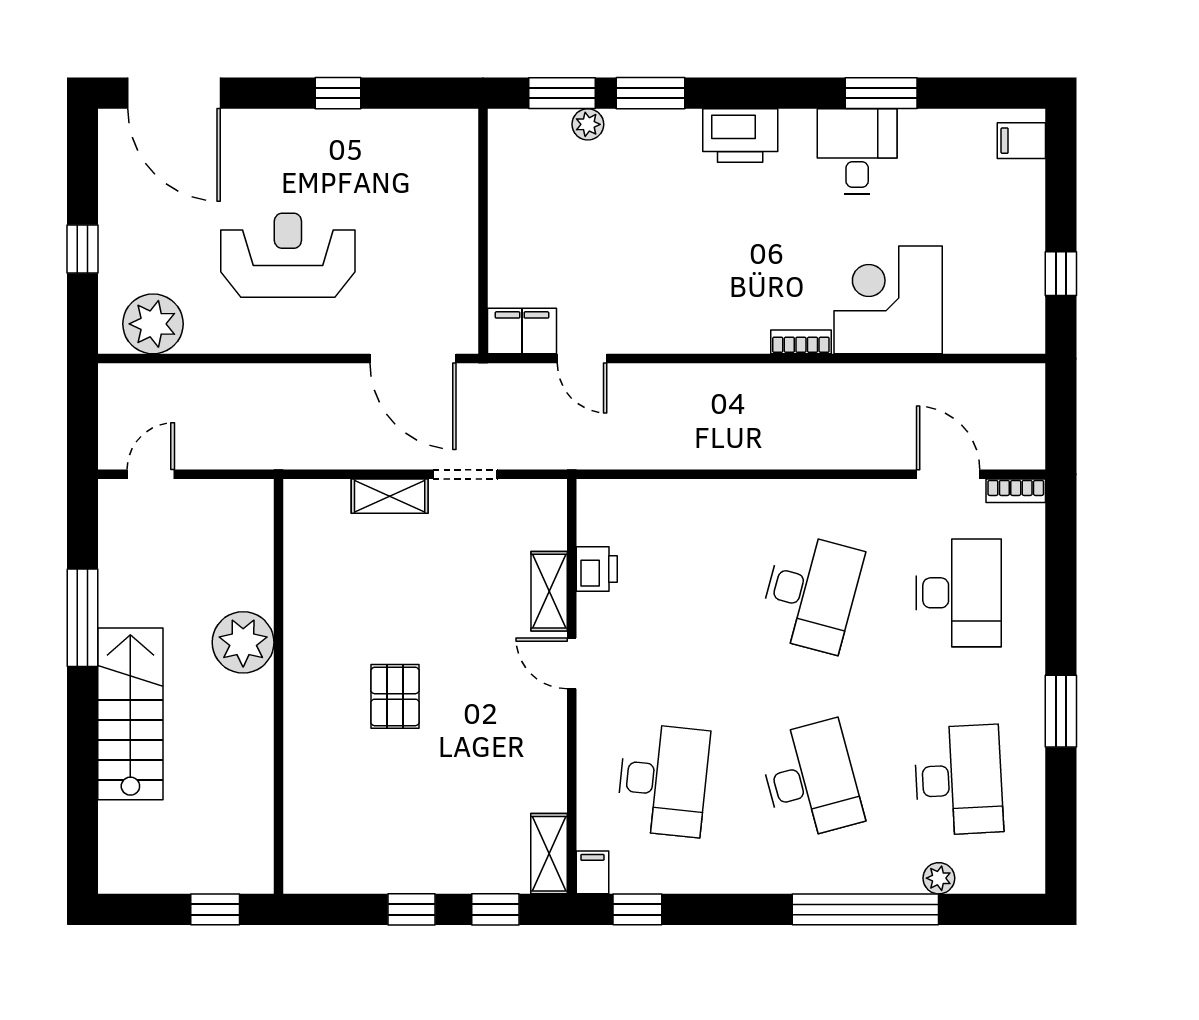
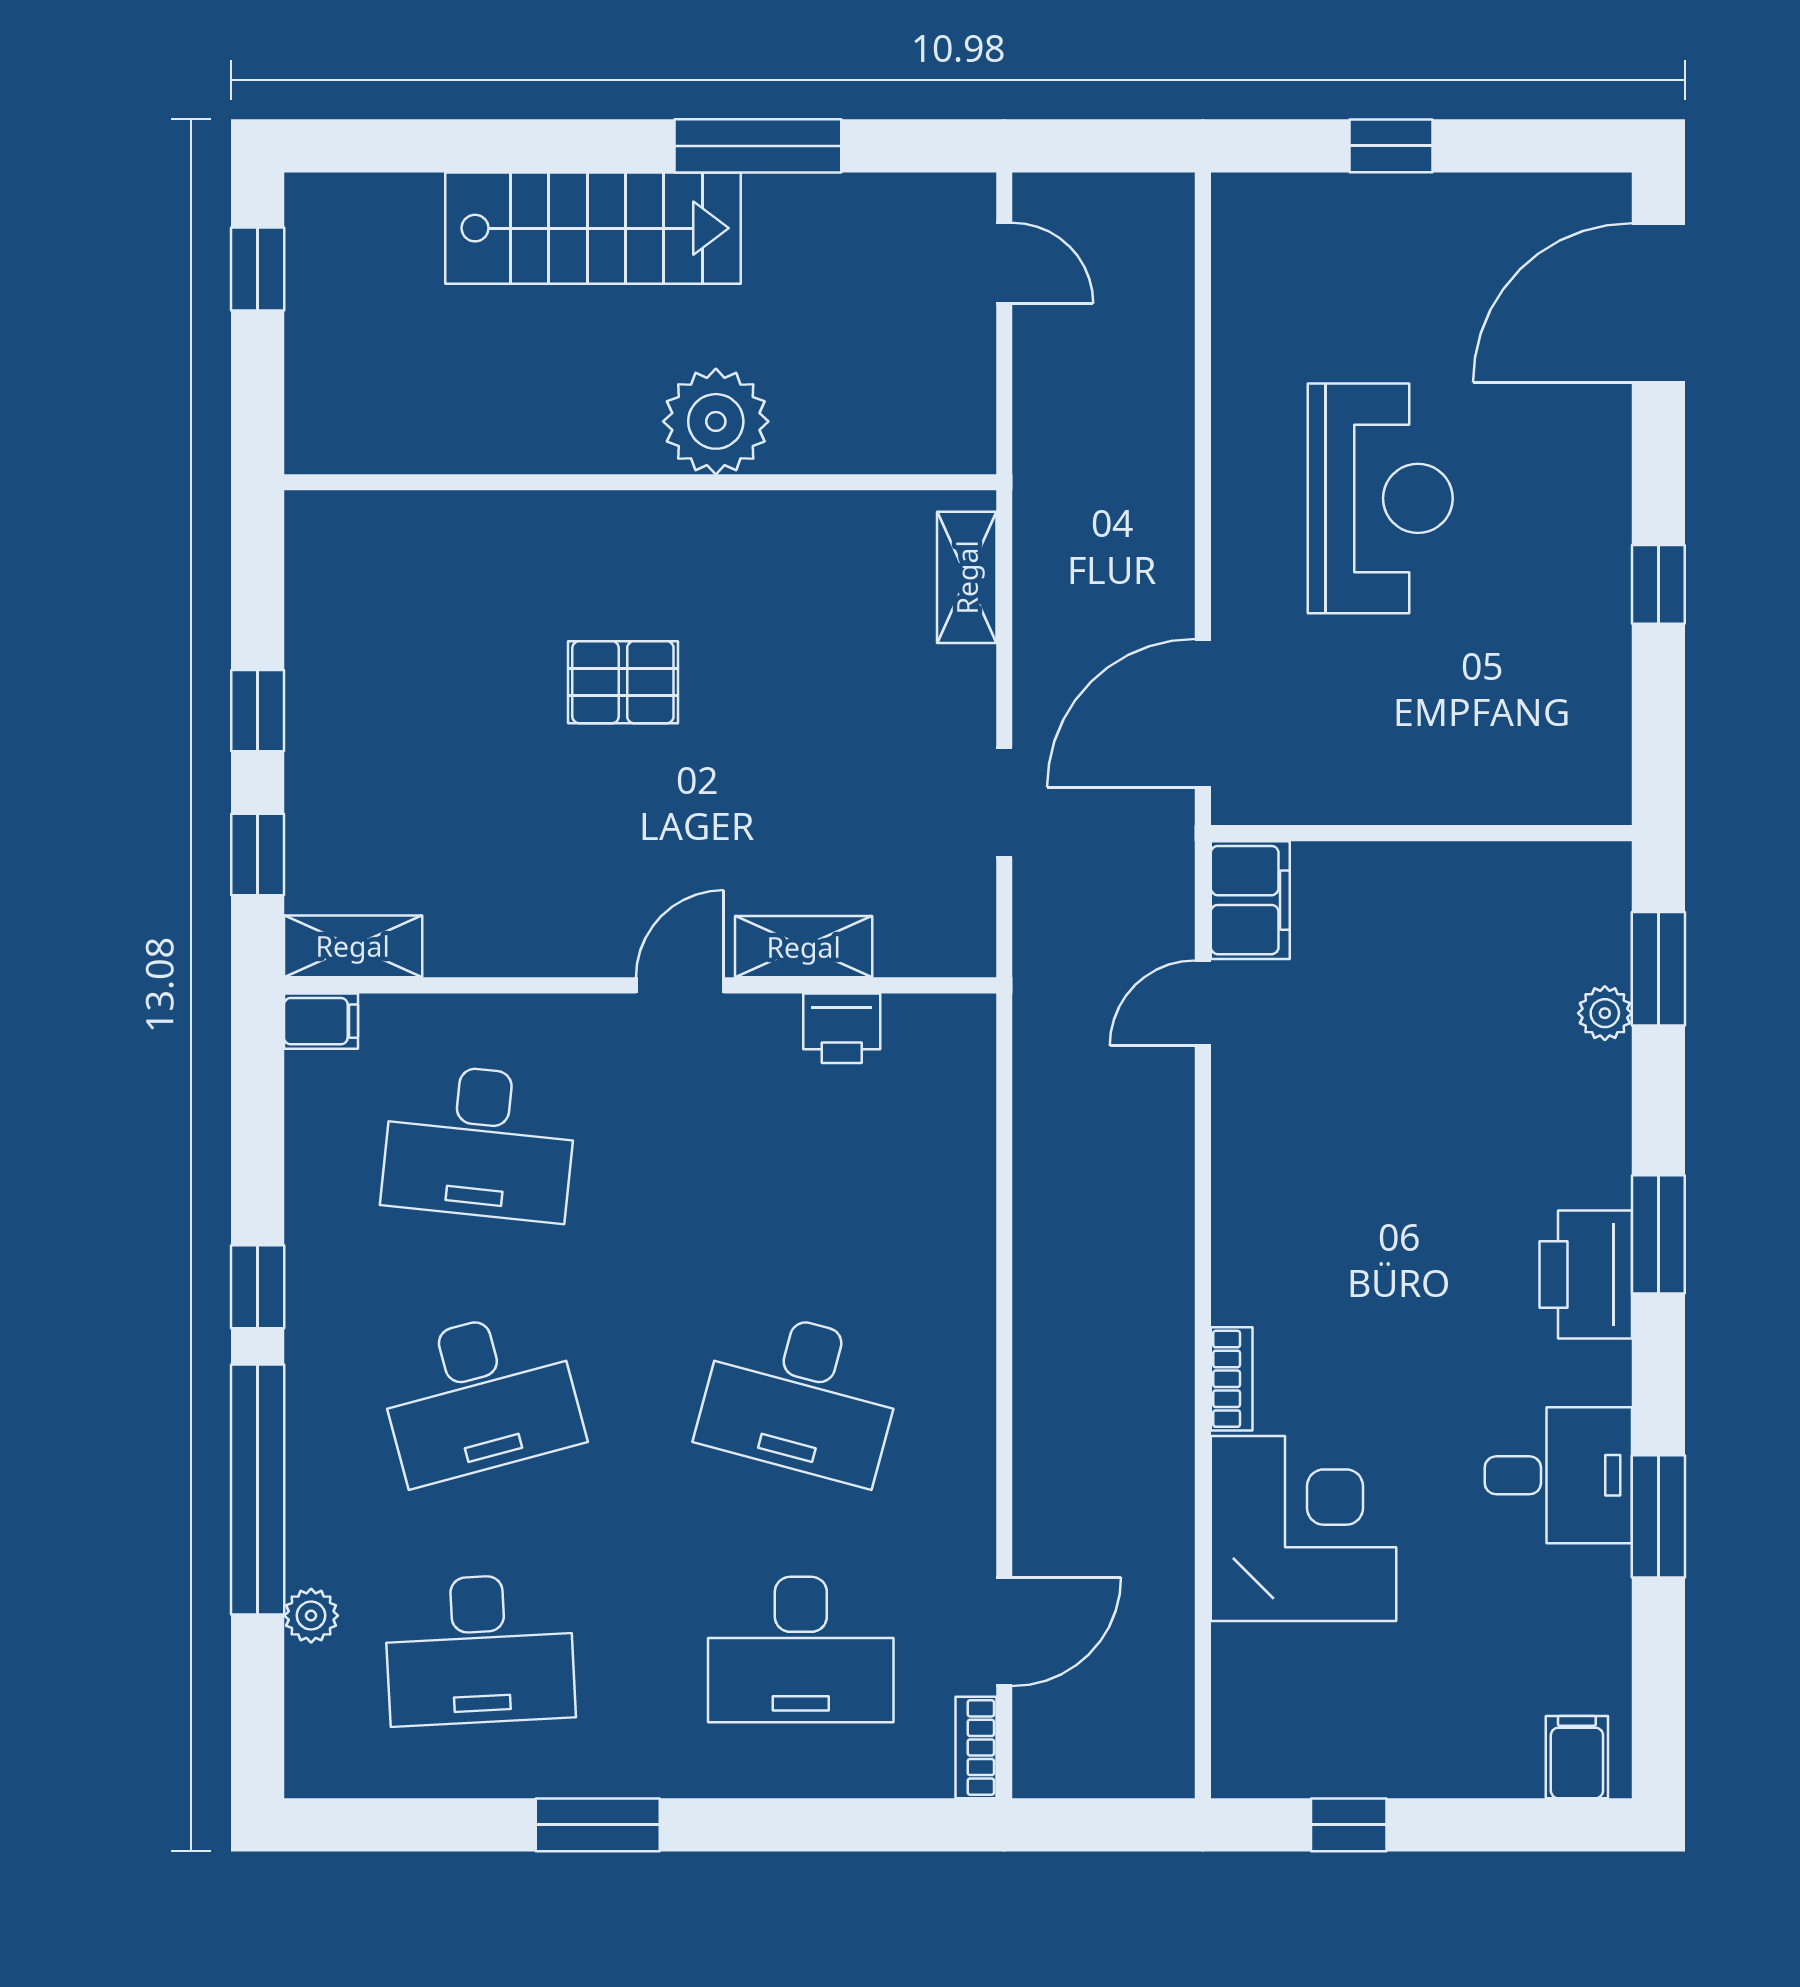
window: (651, 93) -> (1658, 1234), moved
plant: (153, 324) -> (1262, 267), removed
shelving: (390, 496) -> (967, 577), moved
window: (215, 909) -> (258, 269), moved
window: (637, 909) -> (258, 1287), moved

